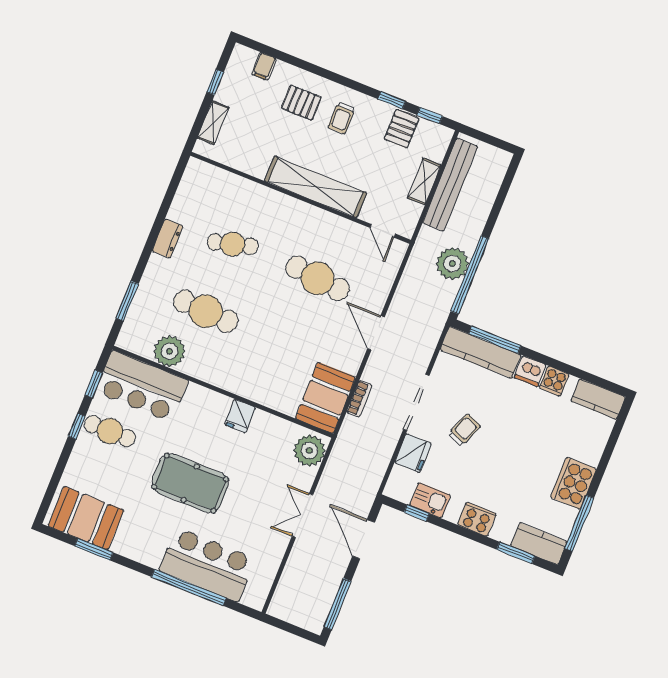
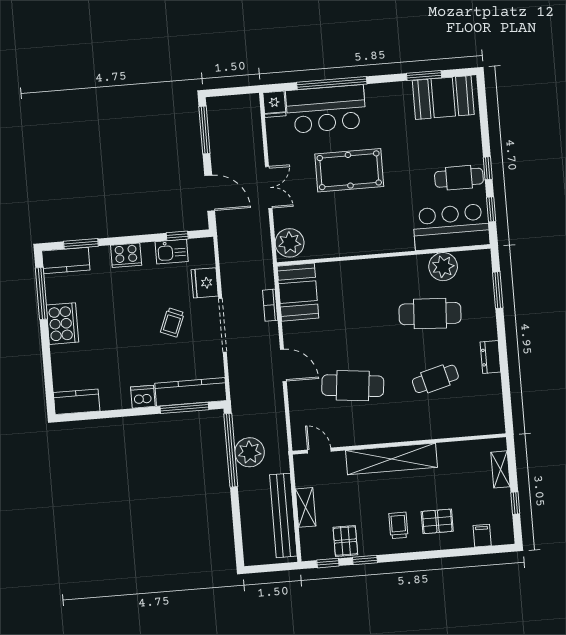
cooker: (554, 381) -> (119, 398), removed
fridge: (240, 416) -> (274, 104), moved, turned 180
pool table: (190, 483) -> (349, 170), moved

